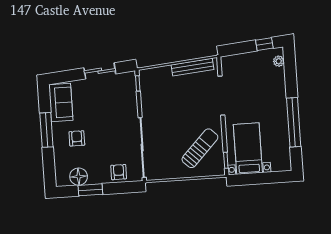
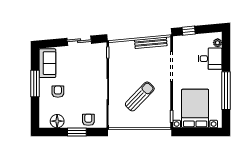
window: (264, 44) -> (189, 31), moved
desk: (271, 82) -> (210, 59), added
sun lounger: (200, 148) -> (140, 96), moved
bed with nightstands: (248, 149) -> (195, 109), width x1.36
window: (90, 190) -> (77, 132), moved

